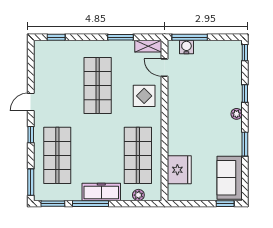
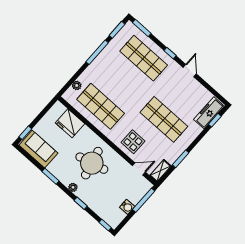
water cooler: (186, 47) -> (127, 207), moved
round table: (198, 116) -> (92, 163), added
freezer: (101, 192) -> (209, 113), moved, turned 180

